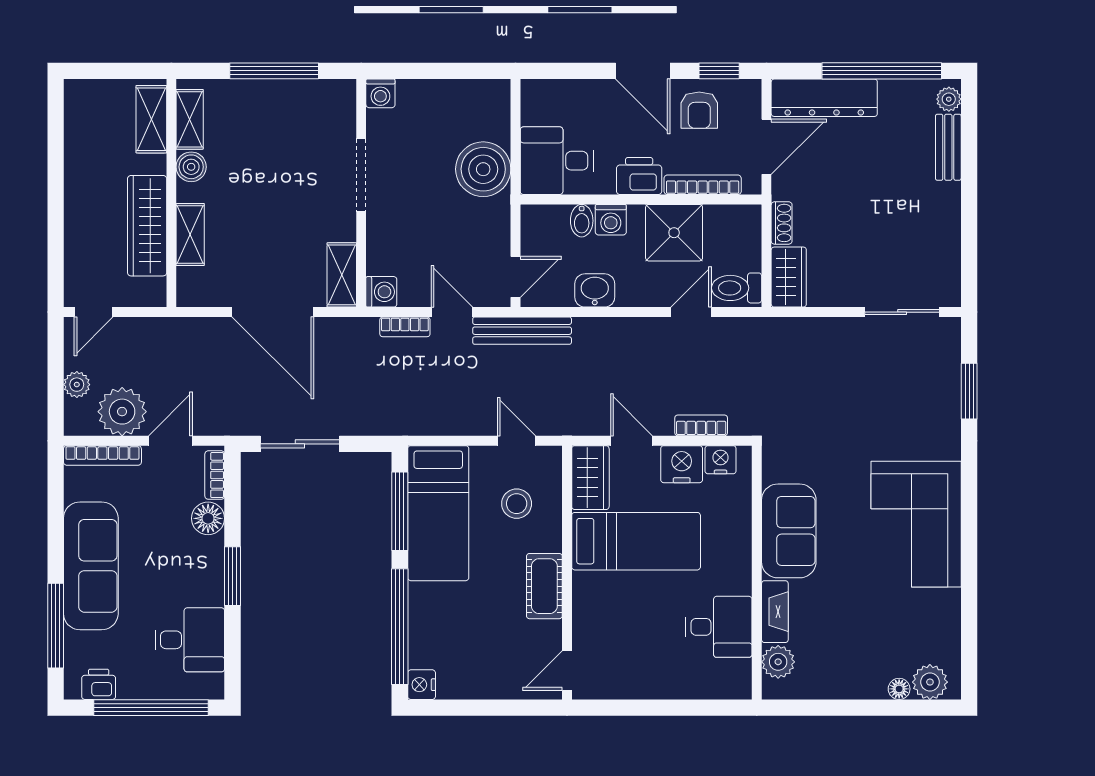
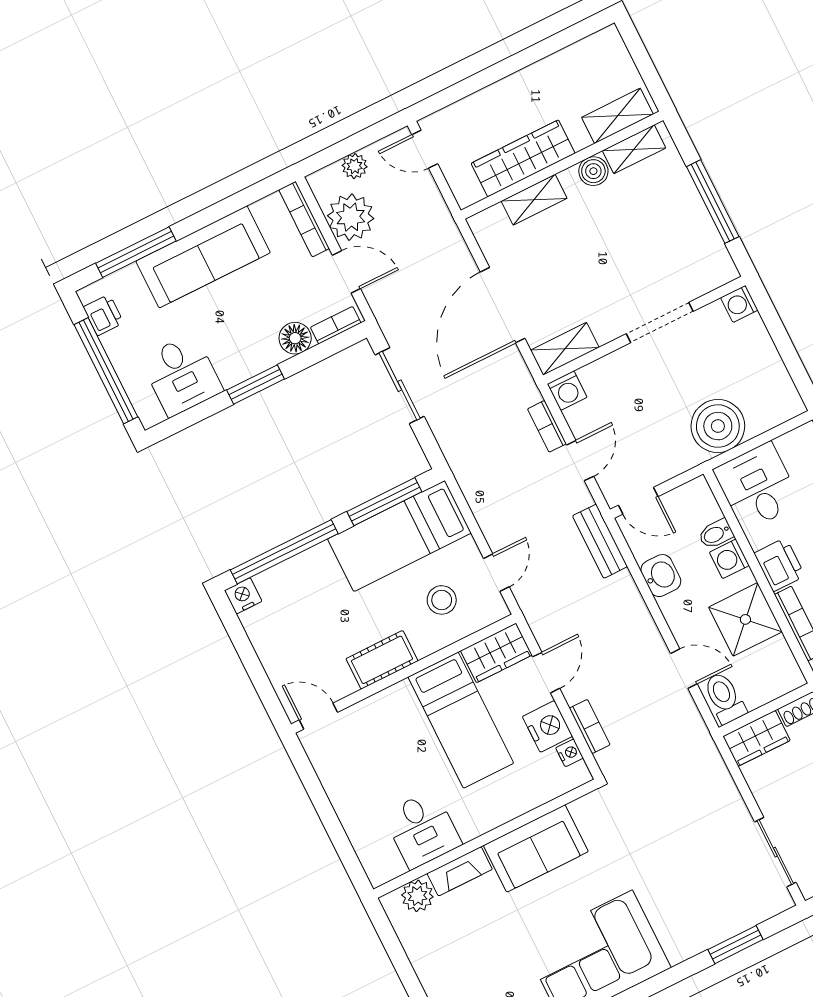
bench: (522, 331) -> (600, 541), width x0.73
nightstand: (721, 460) -> (570, 753), width x0.72, depth x0.74

